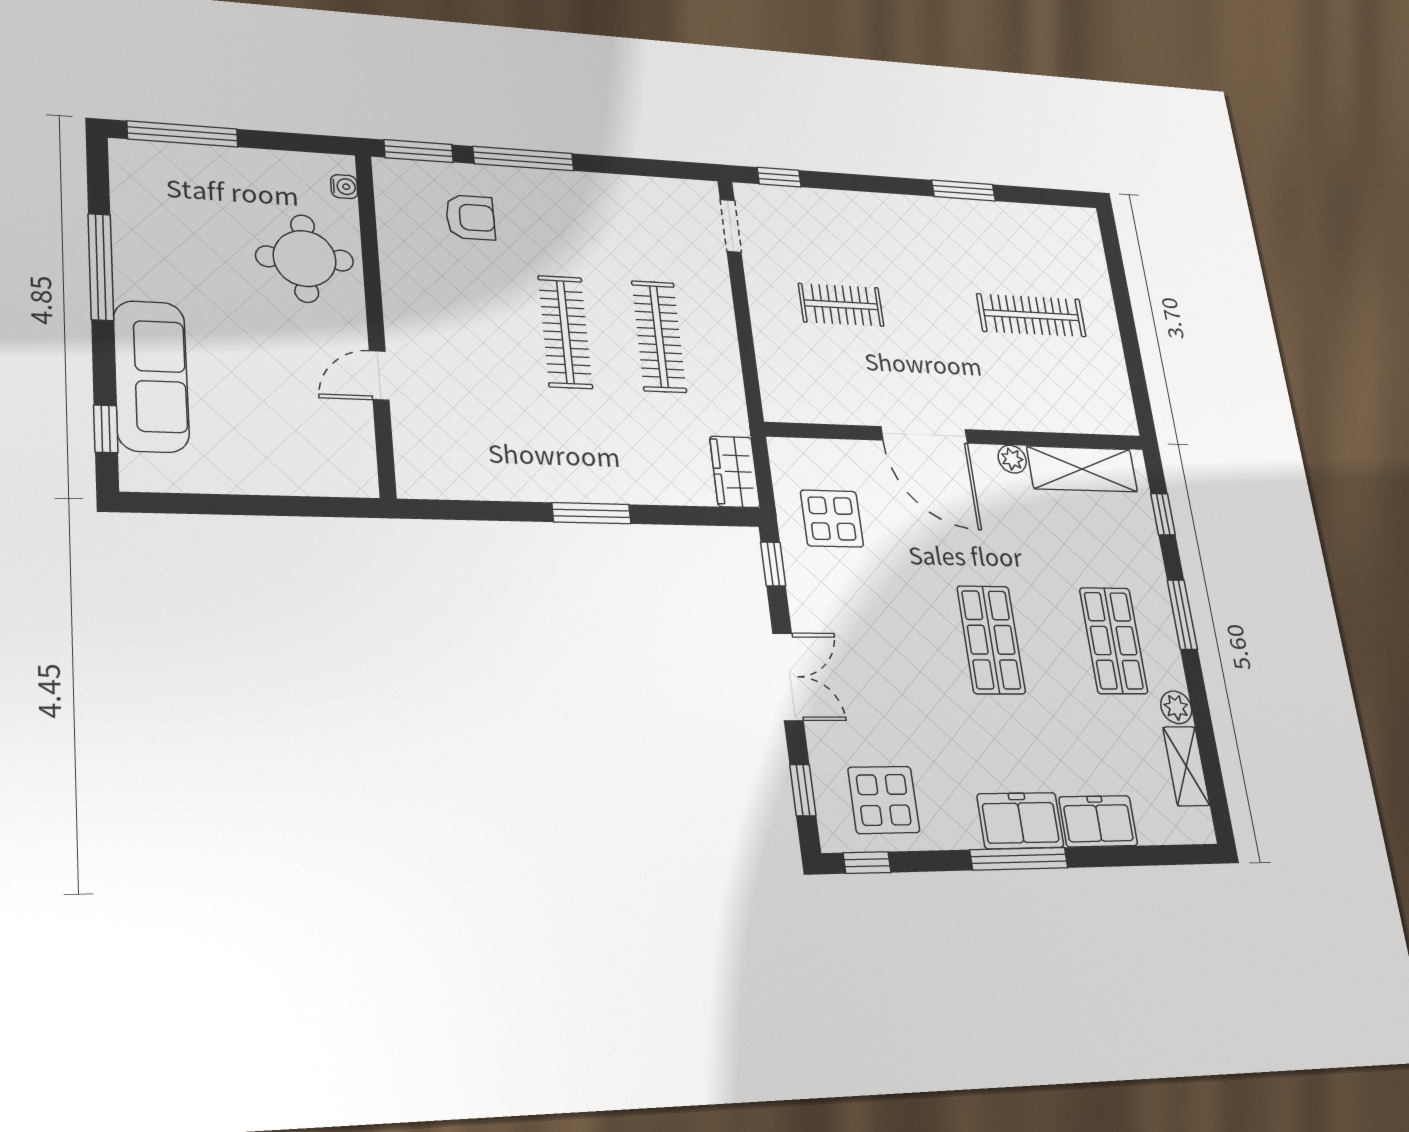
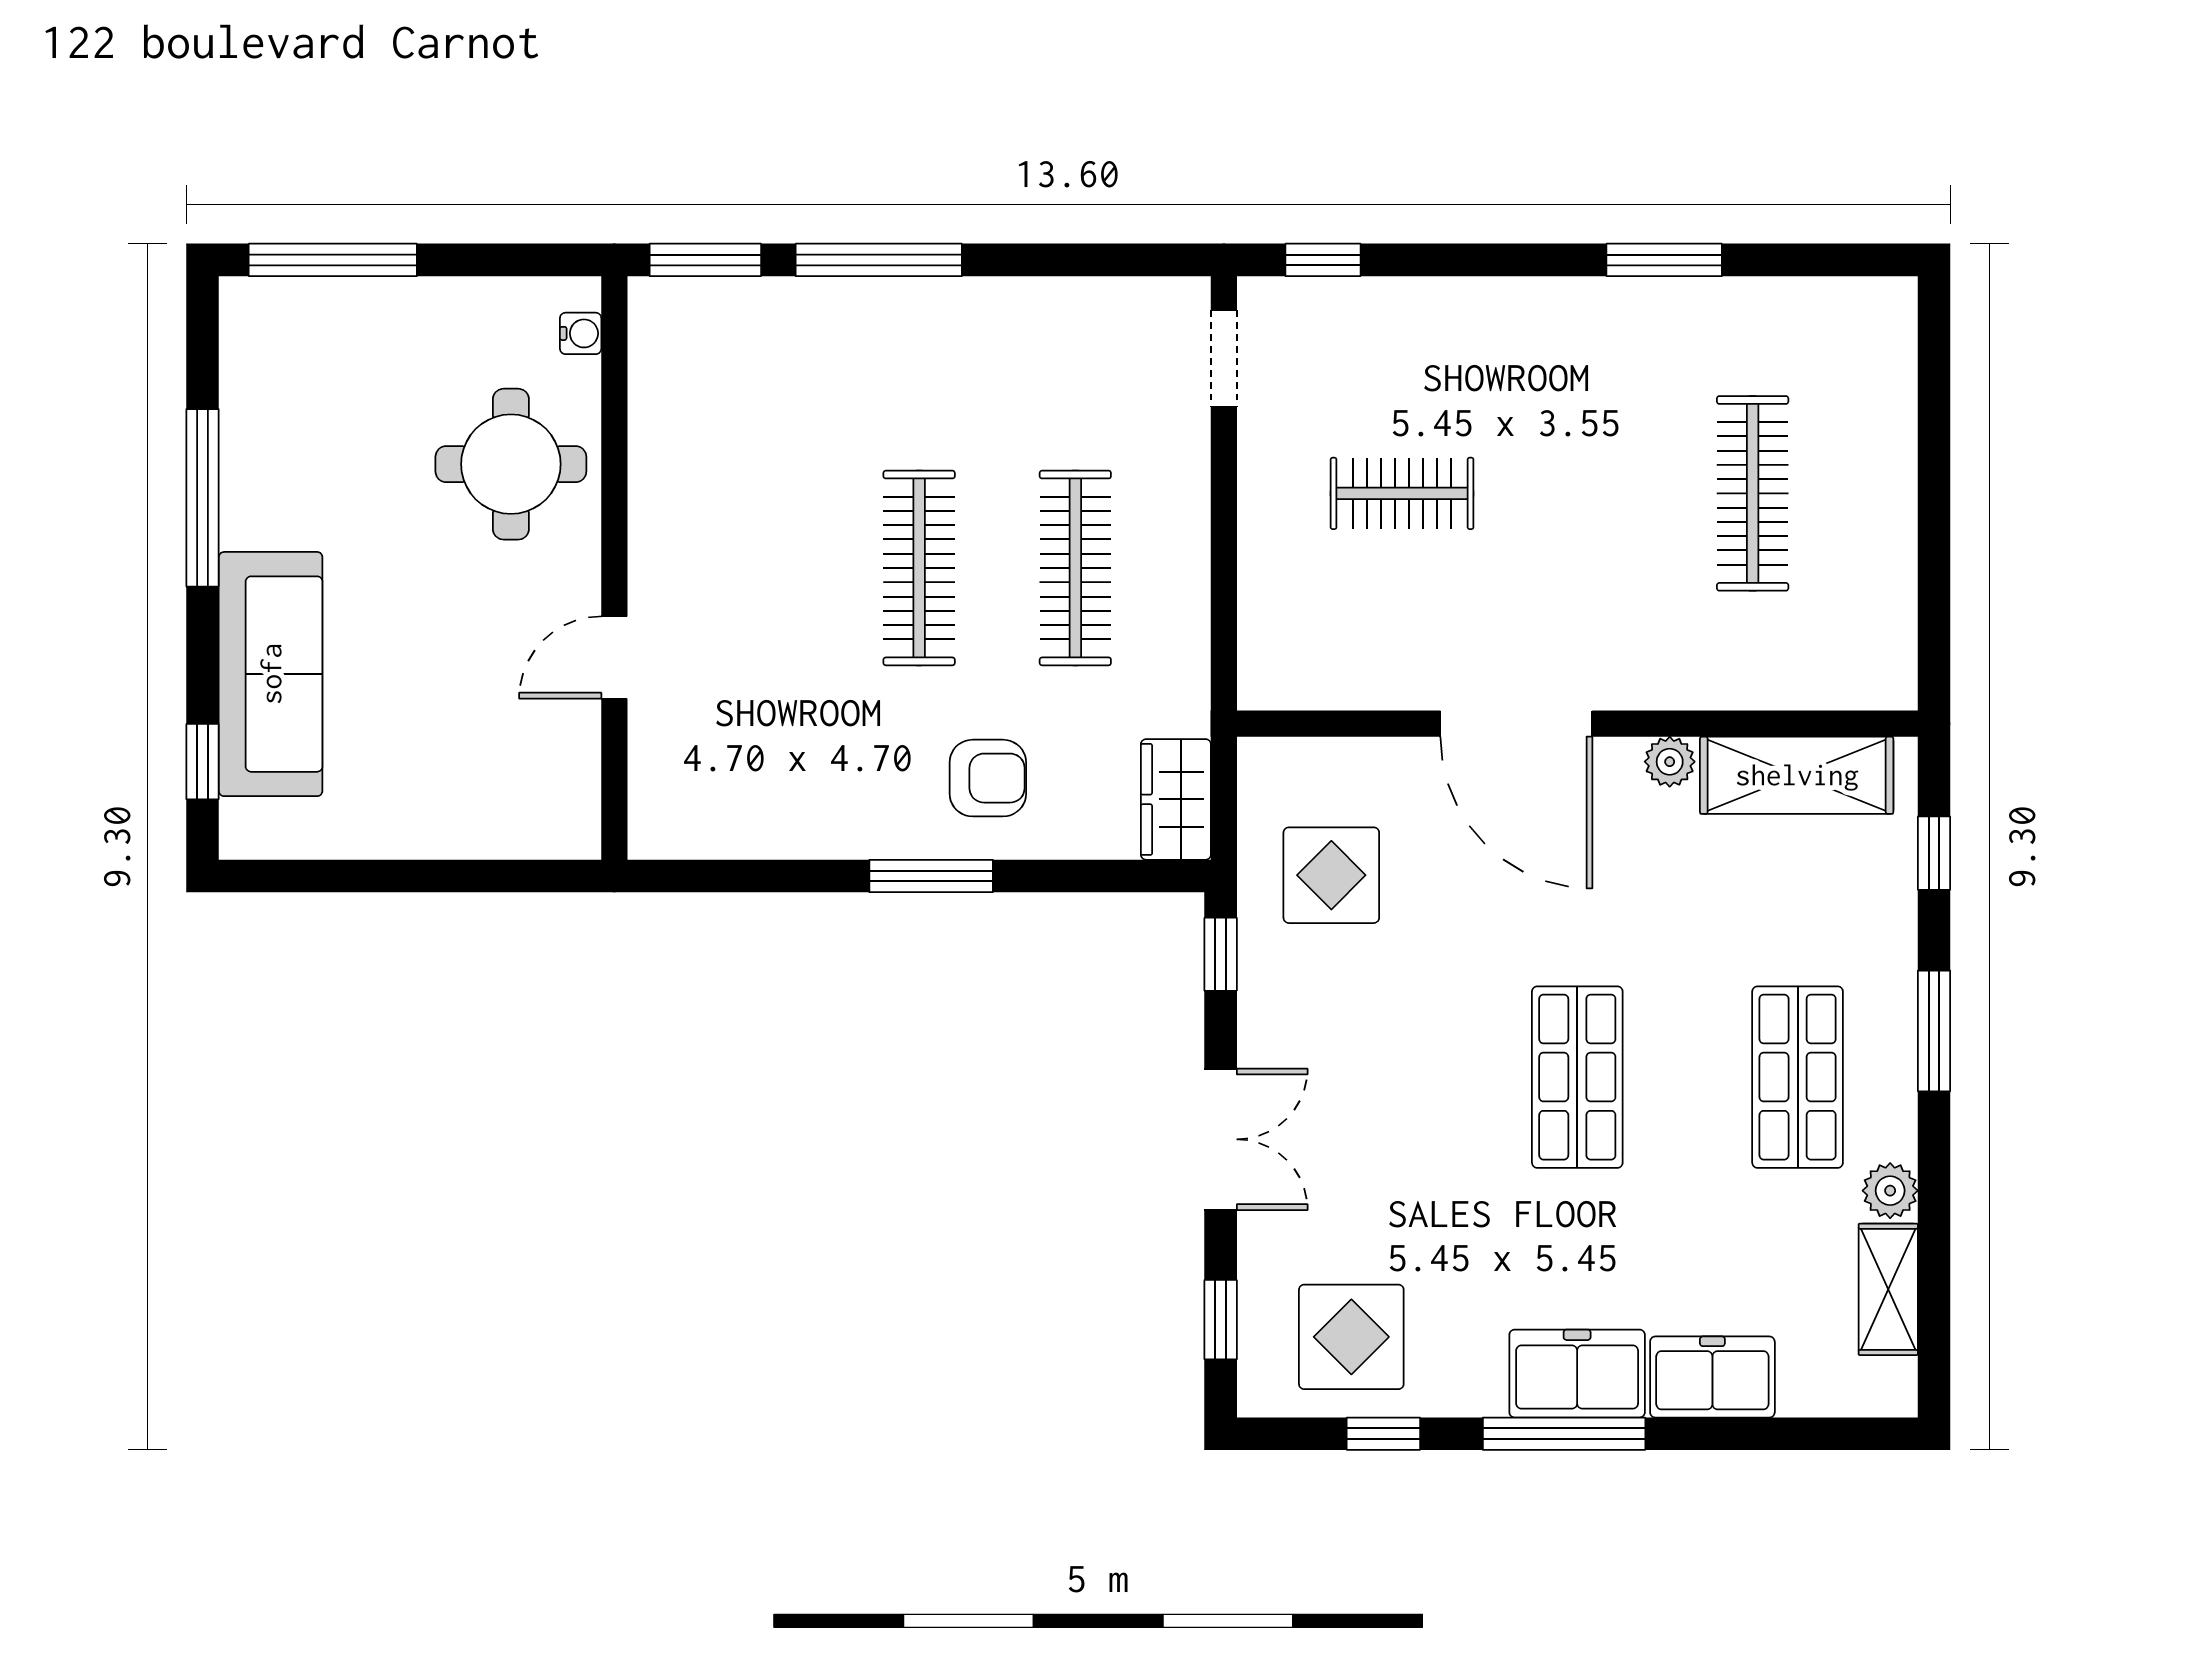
armchair: (470, 217) -> (988, 778), moved
clothes rail: (1031, 315) -> (1753, 493), turned 90
window: (867, 863) -> (1383, 1434), moved

